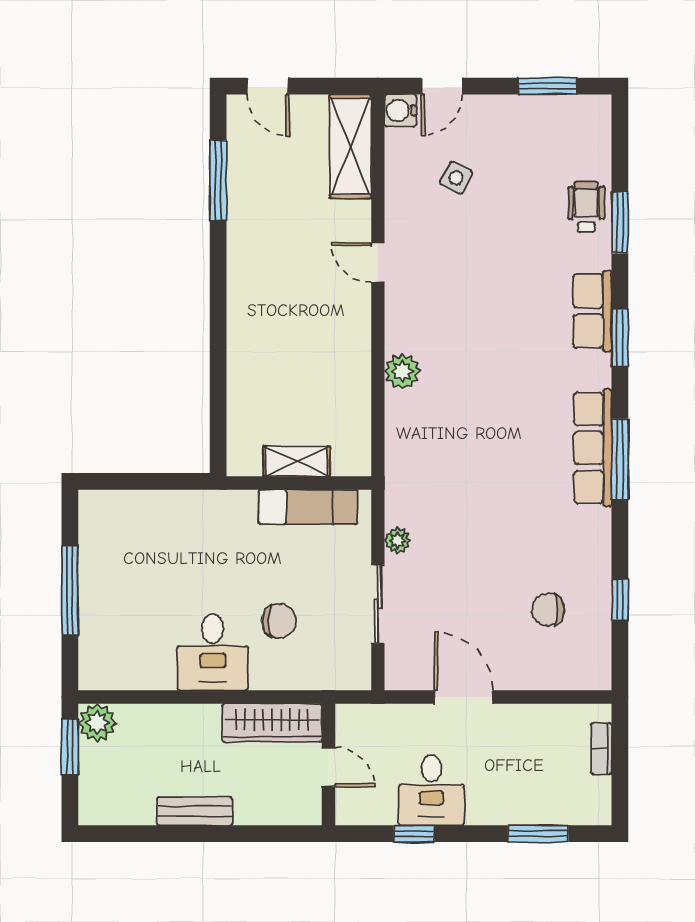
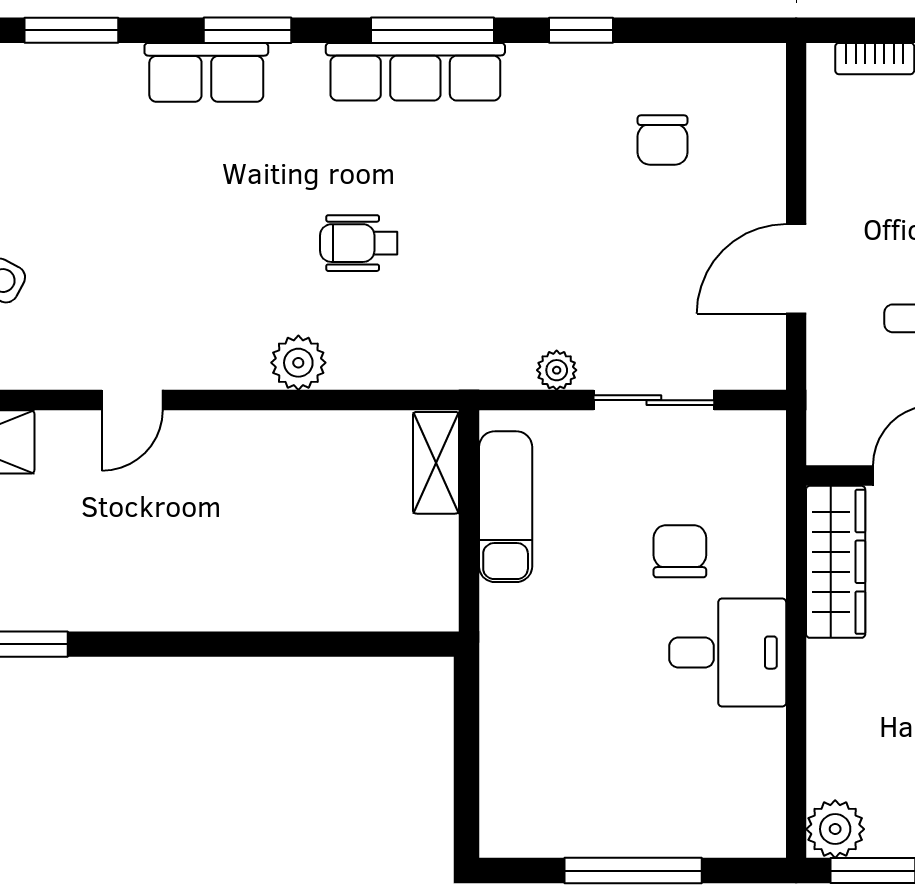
wheelchair: (586, 207) -> (359, 243), moved
shelving: (297, 461) -> (436, 463), moved
window: (620, 600) -> (581, 30), moved

